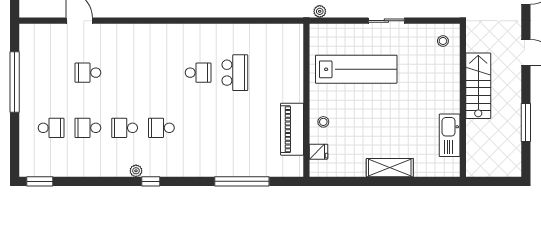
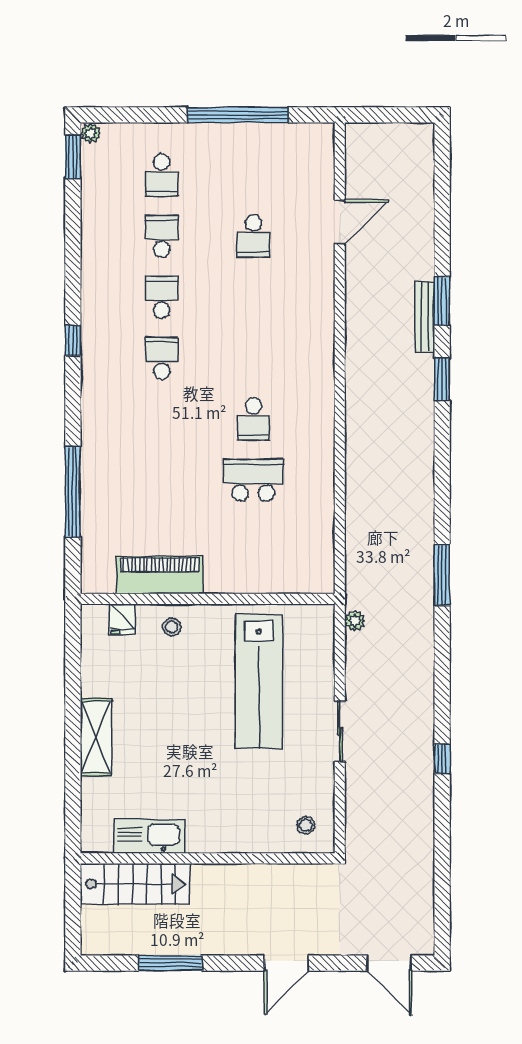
school desk: (88, 73) -> (253, 236), turned 180
school desk: (235, 73) -> (253, 480), turned 180
stairs: (478, 86) -> (135, 884), moved
plant: (136, 171) -> (90, 133), moved

